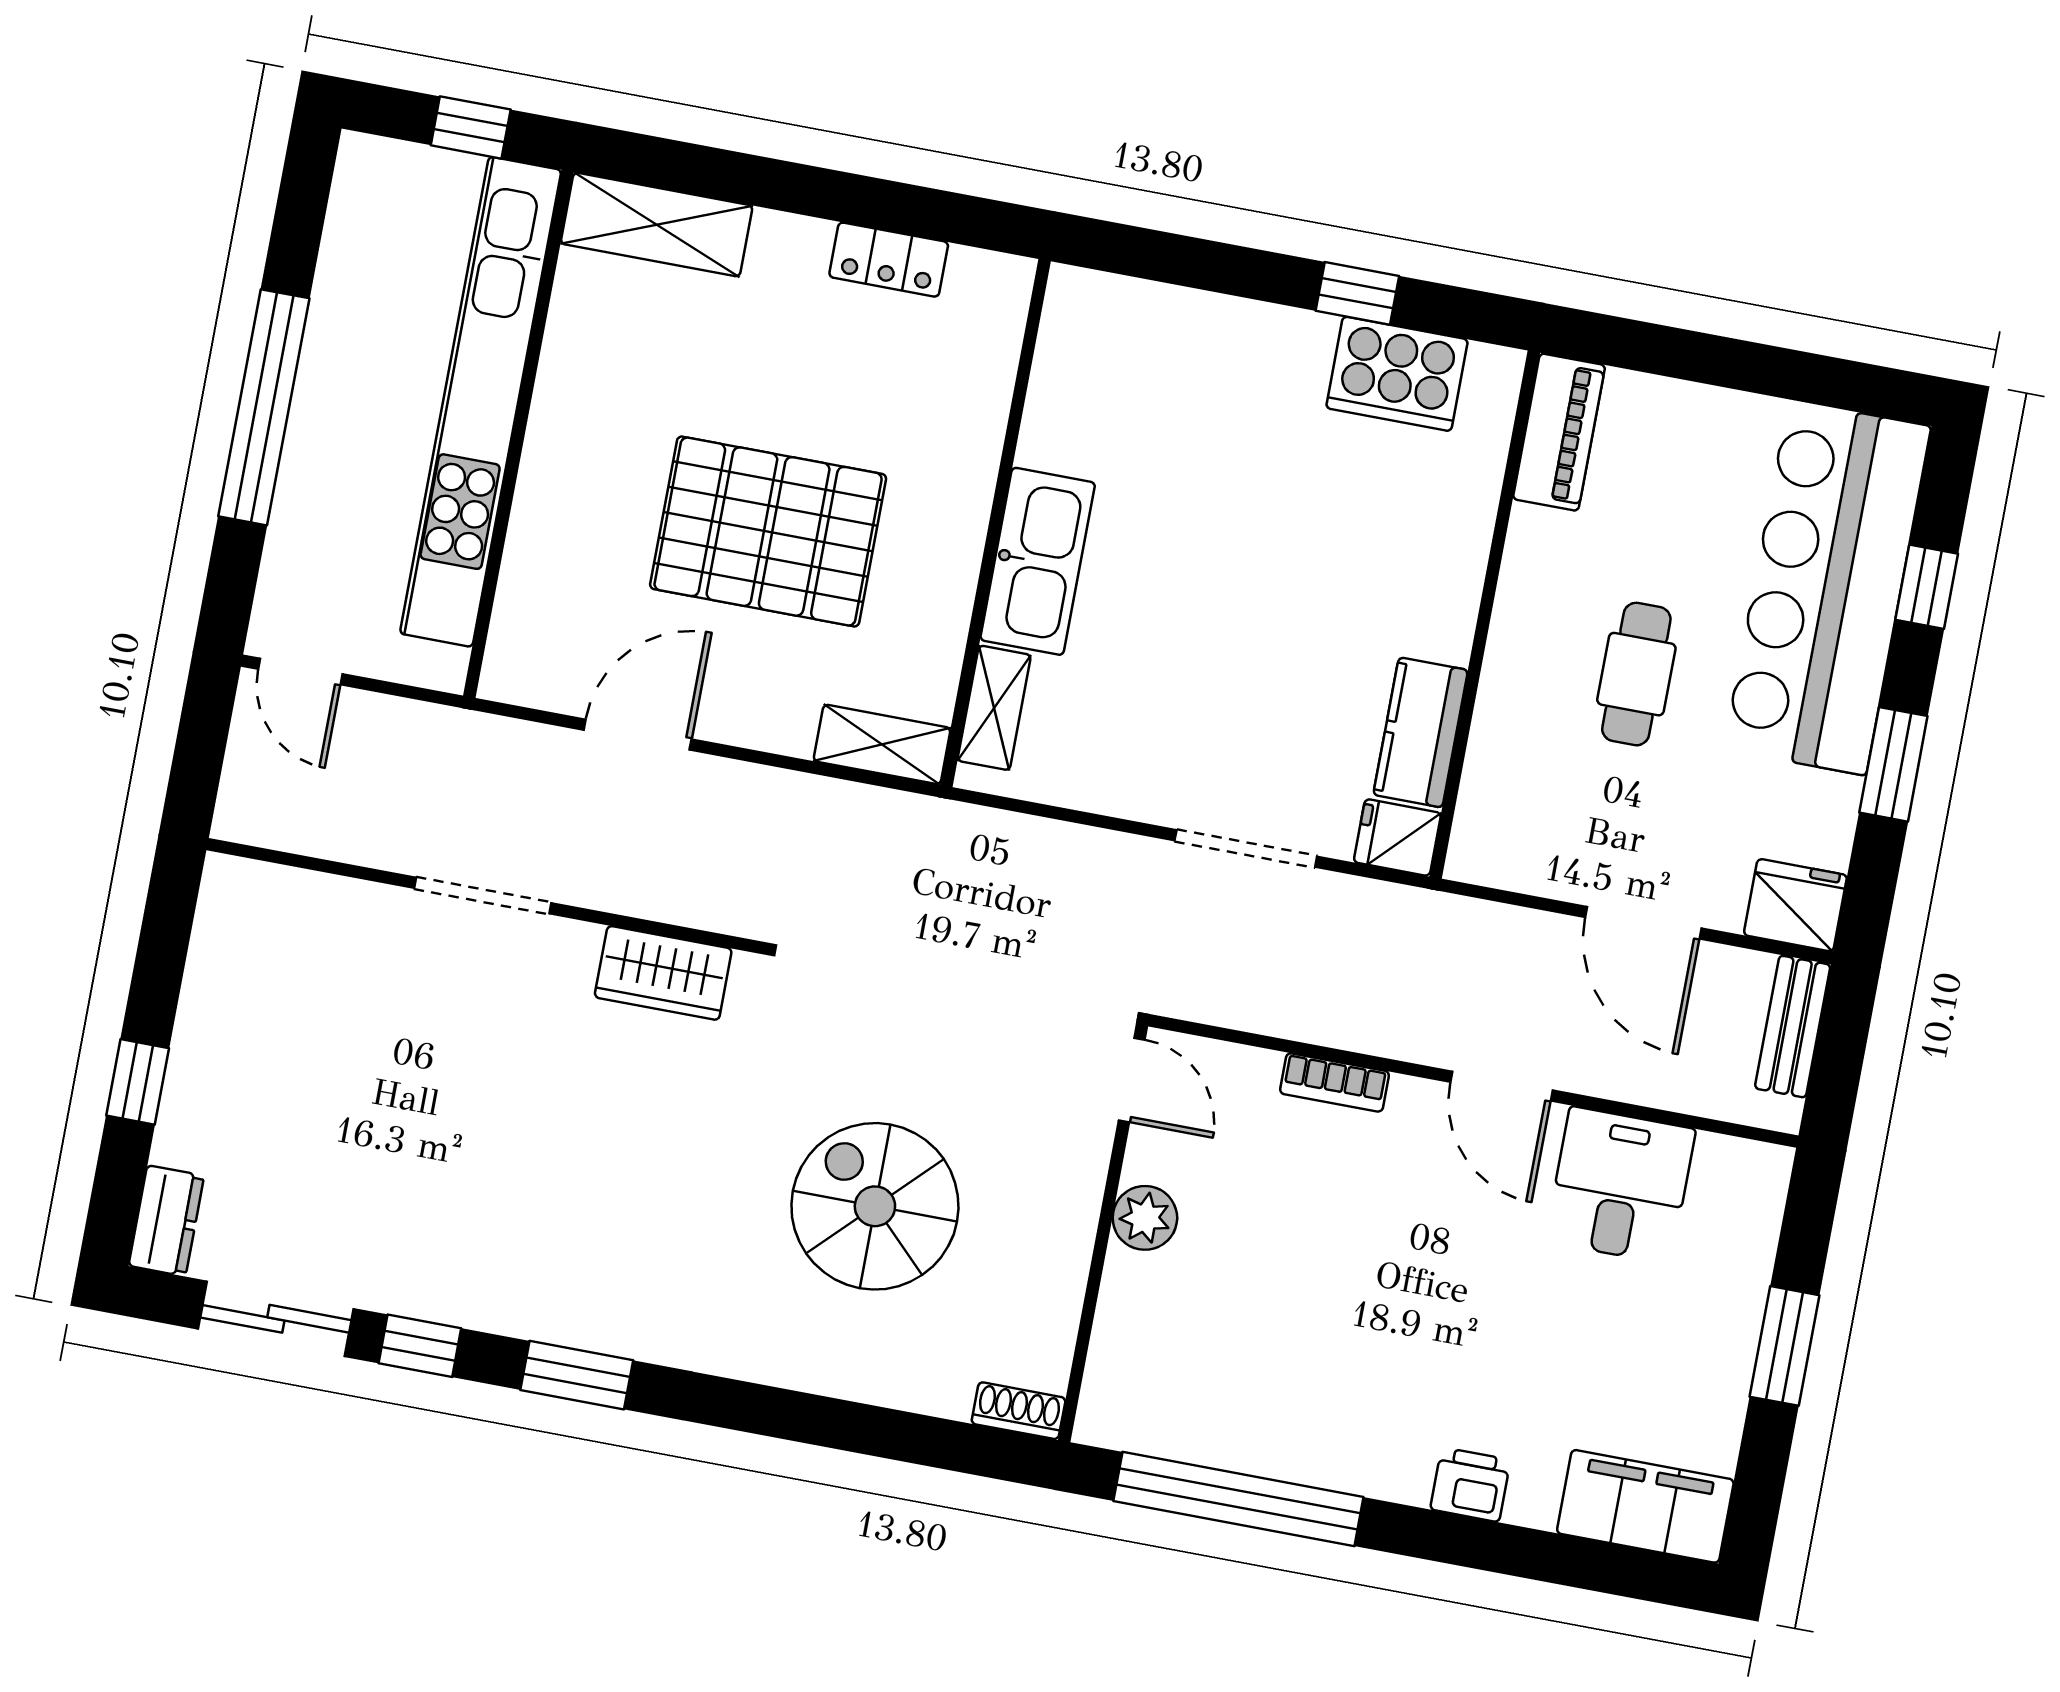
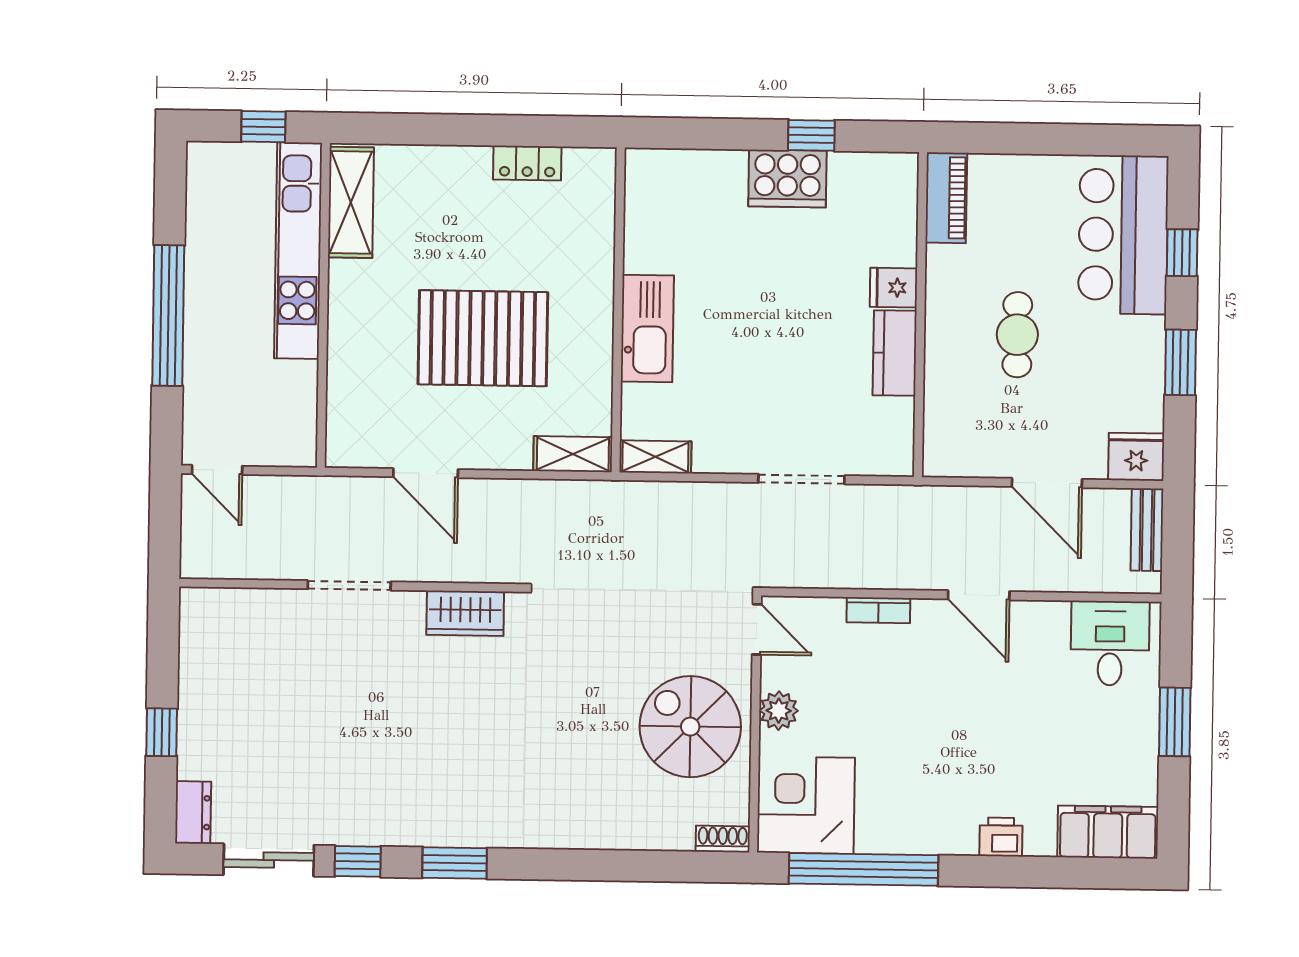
shelving: (657, 225) -> (351, 202), moved, turned 90
cooker: (1397, 374) -> (787, 179), moved
kitchen unit: (481, 402) -> (298, 251), width x0.73
bar counter: (1827, 588) -> (1123, 235), width x0.73
shelving: (994, 708) -> (655, 457), moved, turned 90
kitchen counter: (1421, 732) -> (895, 353), moved
door: (638, 735) -> (426, 473), swing flipped
fridge: (1397, 838) -> (894, 288), moved
desk: (1620, 1185) -> (1110, 643), moved
spiral stairs: (875, 1206) -> (690, 727), moved
corner desk: (1163, 1379) -> (806, 805), added

